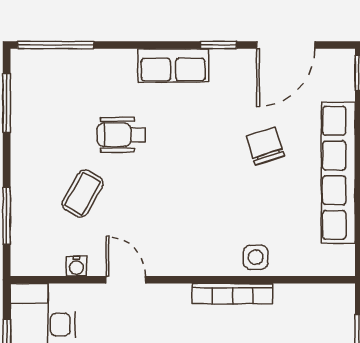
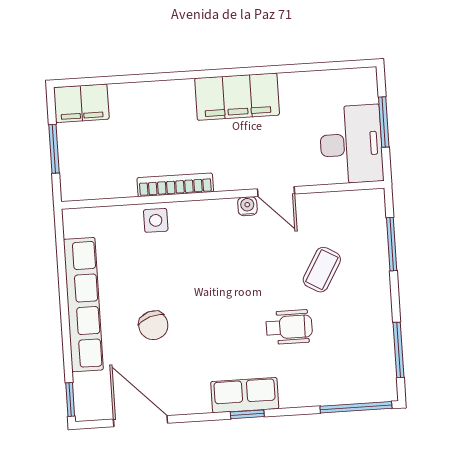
window: (219, 45) -> (247, 414), moved
door: (286, 45) -> (140, 421), hinge flipped
water cooler: (76, 266) -> (247, 206), moved

